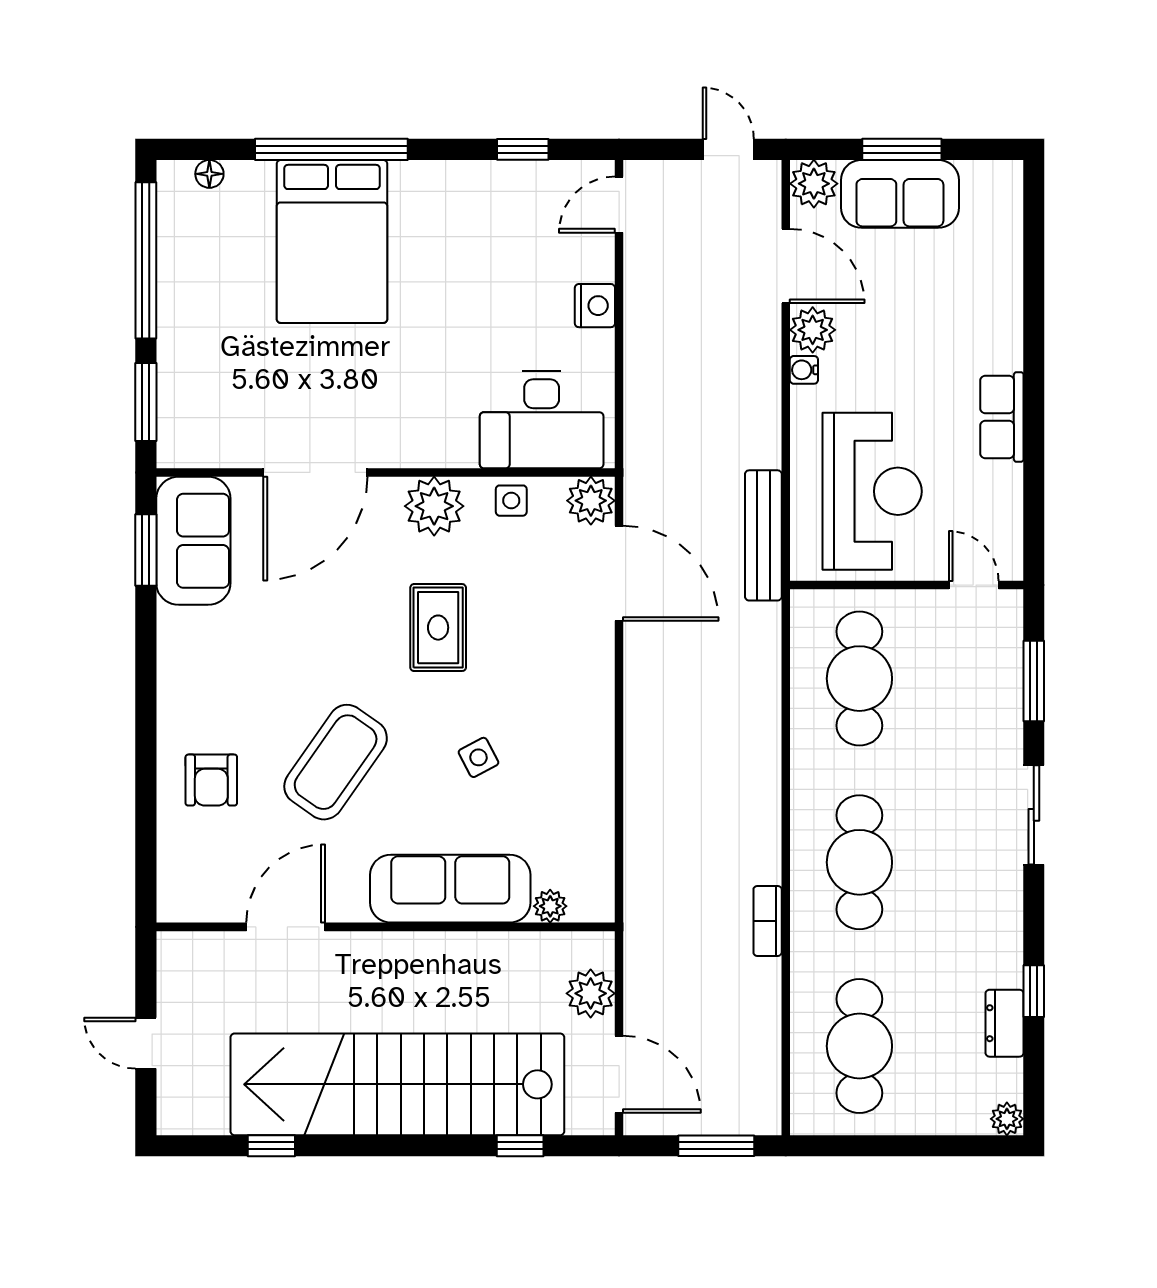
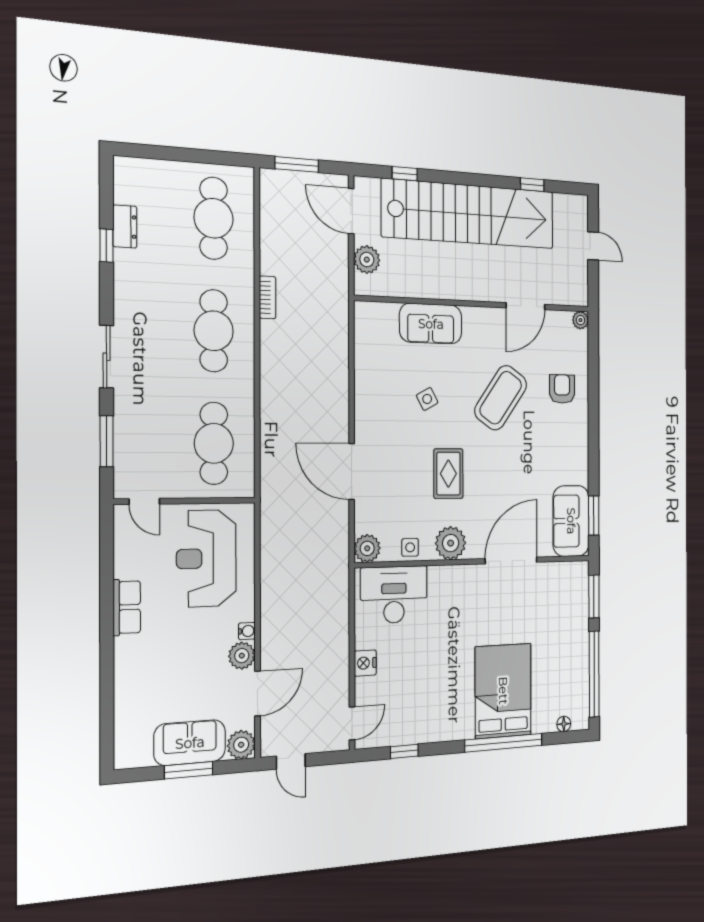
door: (786, 266) -> (257, 694), swing flipped
bench: (763, 535) -> (270, 530), removed
door: (619, 573) -> (352, 472), moved
sofa: (450, 889) -> (431, 324), width x0.73
plant: (550, 906) -> (580, 320), moved
plant: (1007, 1119) -> (123, 166), removed

